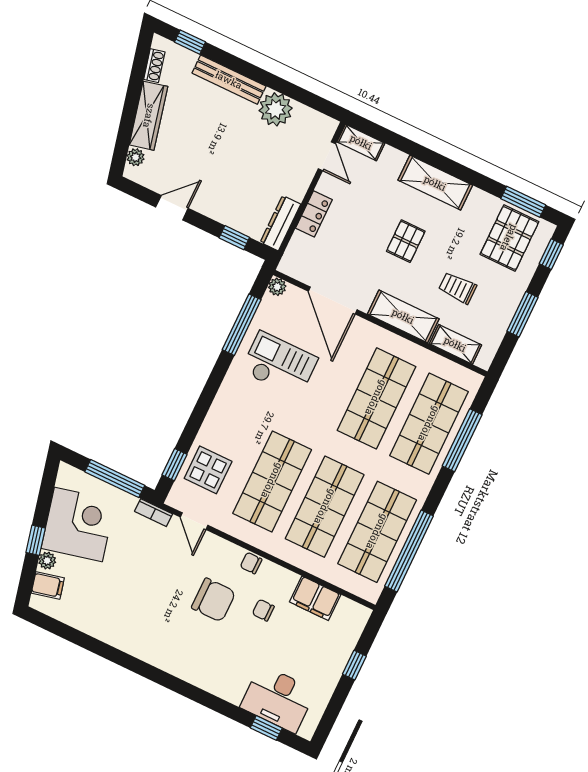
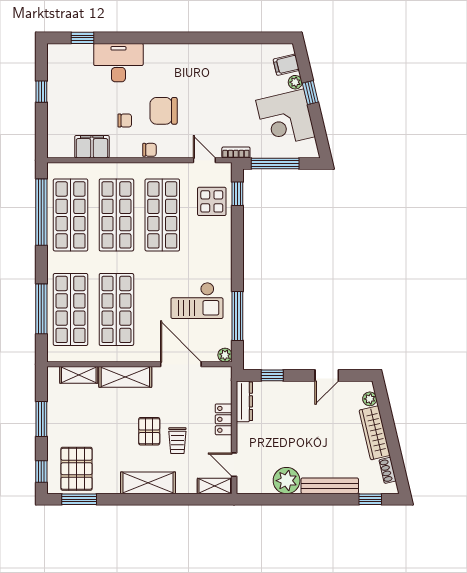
trolley: (458, 288) -> (177, 441), moved, turned 90
window: (354, 665) -> (41, 92), moved
desk: (278, 699) -> (118, 63), moved

